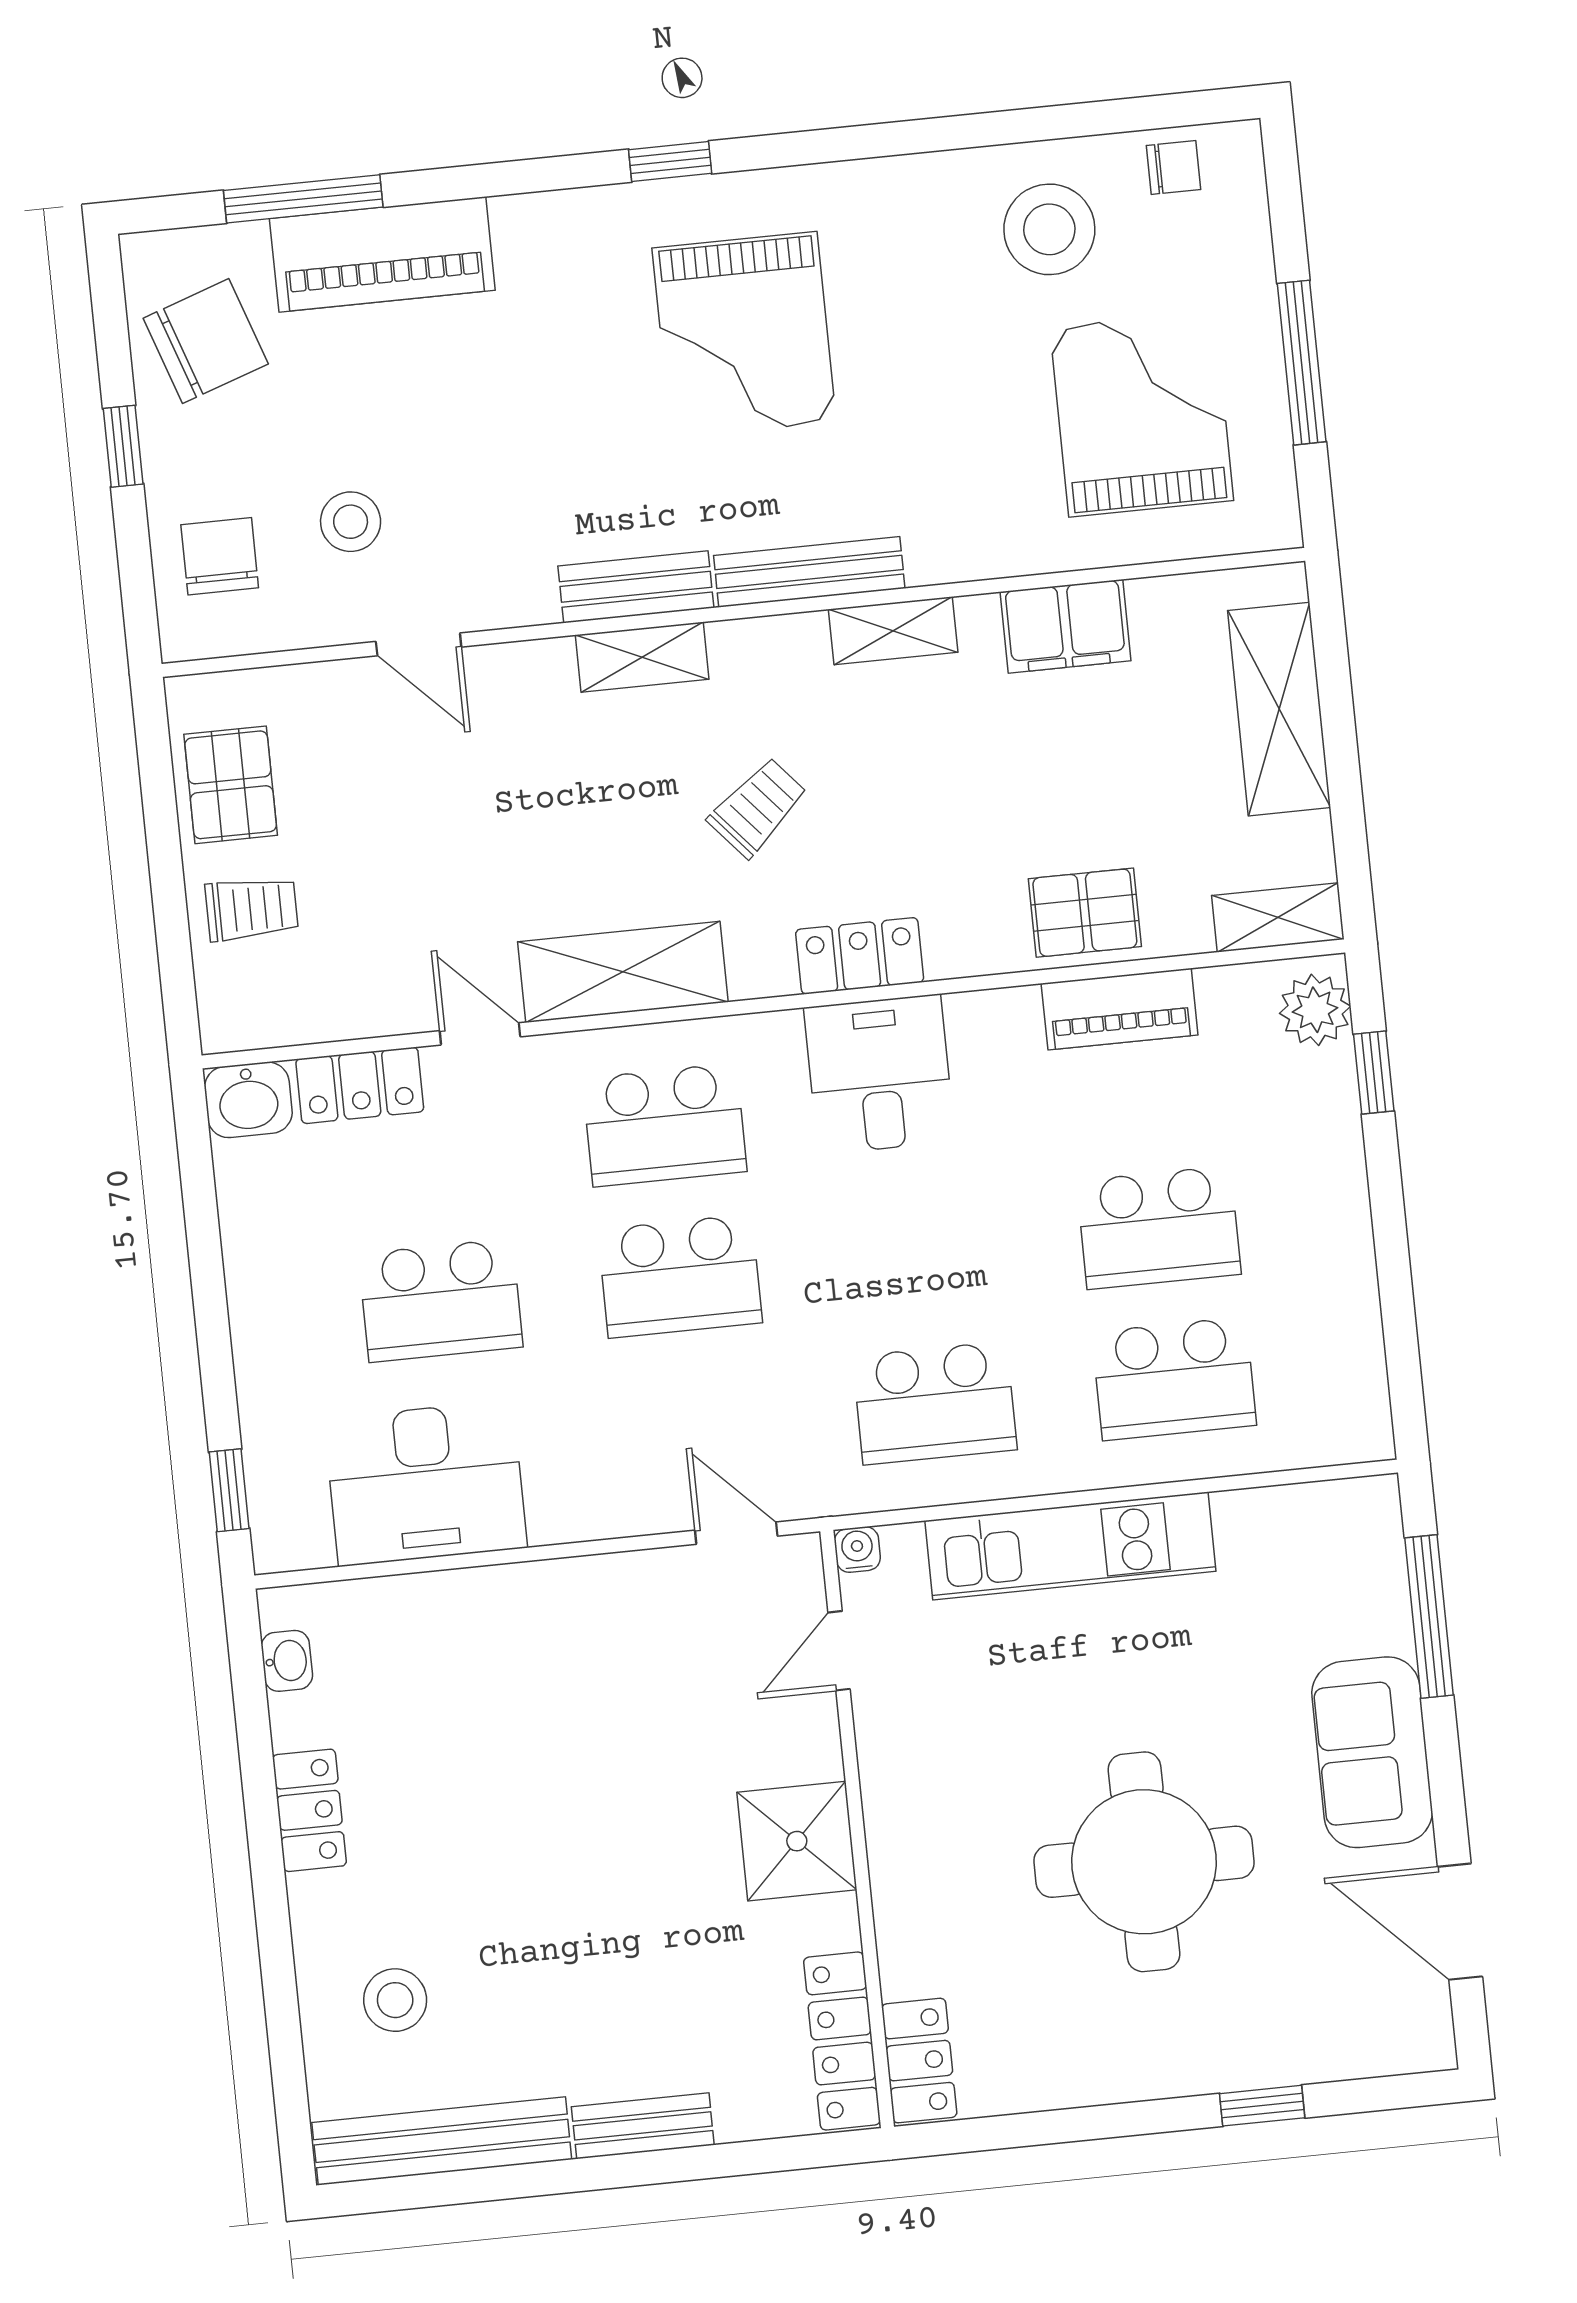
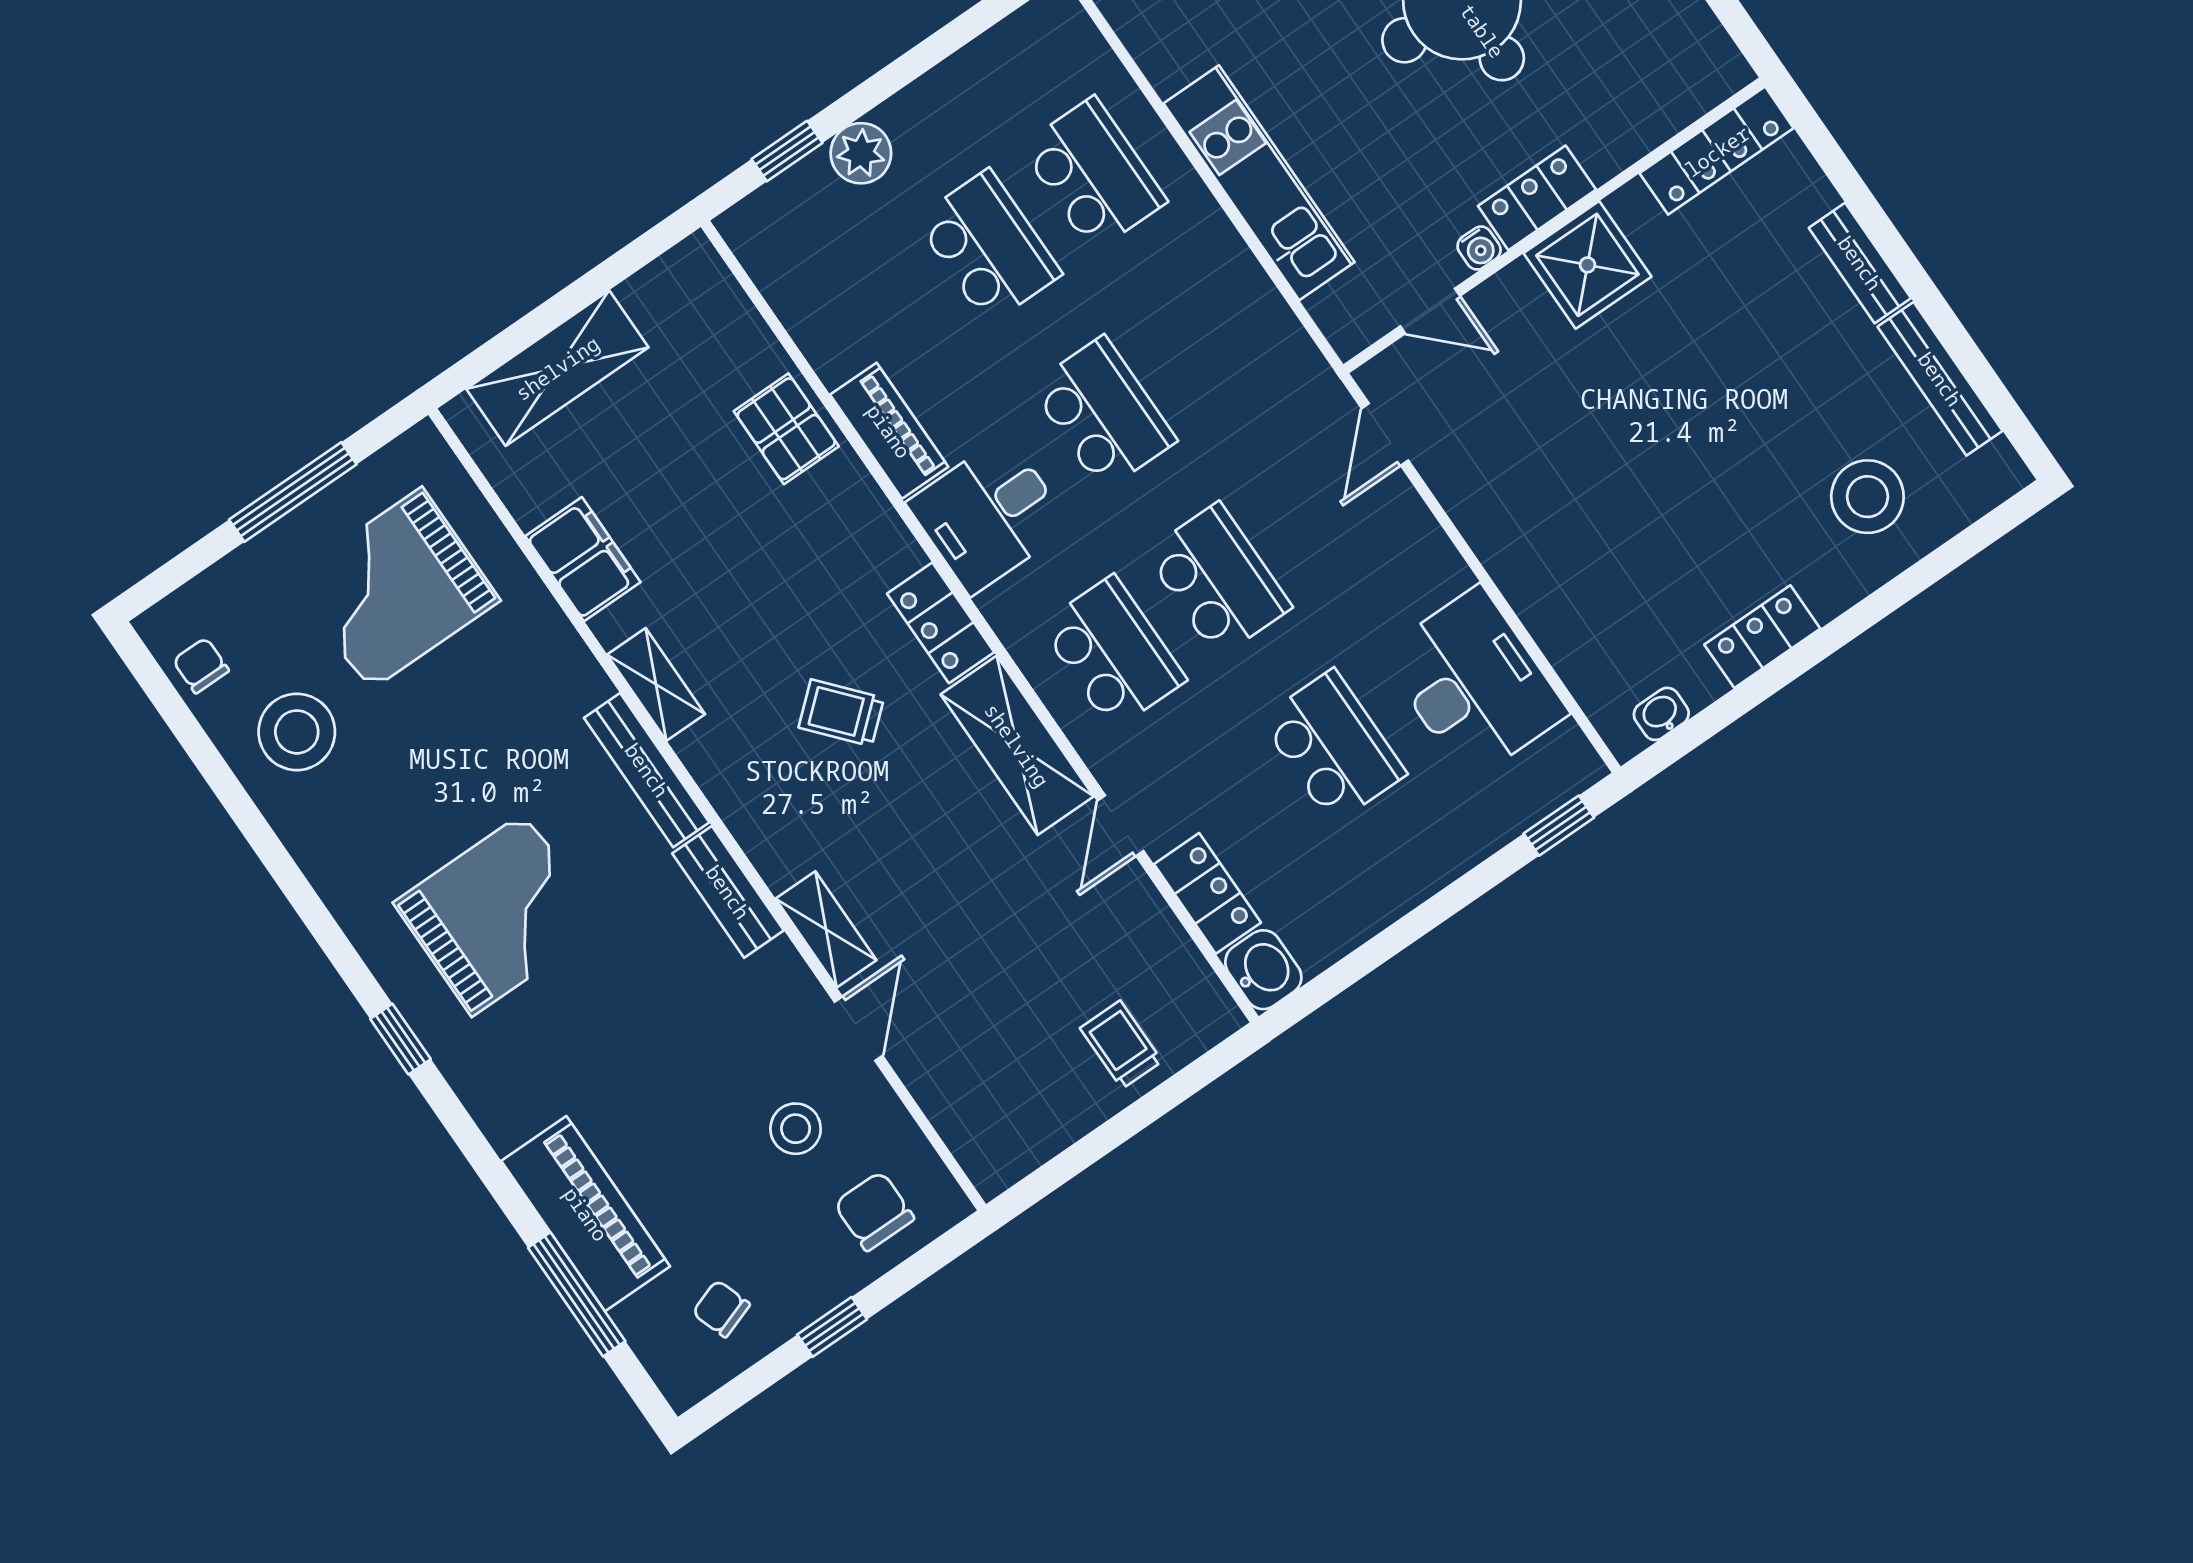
chair: (206, 341) -> (721, 1309), width x0.54, depth x0.54
chair: (220, 556) -> (874, 1211), turned 90
shelving: (642, 657) -> (826, 929), moved
pallet: (231, 785) -> (1038, 1110), removed
shelving: (1278, 917) -> (712, 285), removed
locker: (860, 956) -> (941, 623), moved
piano: (1120, 1009) -> (889, 431), moved
plant: (1315, 1010) -> (861, 153), moved
school desk: (935, 1403) -> (1103, 413), moved
water cooler: (857, 1550) -> (1479, 248), moved, turned -90
stool: (395, 2000) -> (1867, 497), width x1.38, depth x1.38
locker: (919, 2061) -> (1537, 198), moved
bench: (442, 2141) -> (1940, 379), width x0.73, depth x0.82

